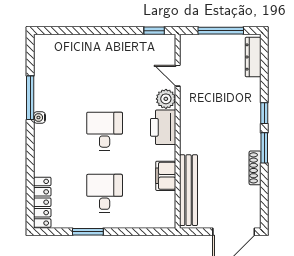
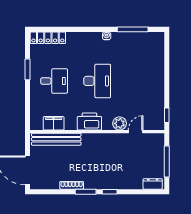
dresser: (253, 57) -> (153, 184), width x0.70
window: (30, 98) -> (133, 29), moved
printer: (163, 127) -> (89, 122), moved
desk: (105, 131) -> (97, 81), width x1.37
filing cabinet: (166, 176) -> (54, 123), moved

